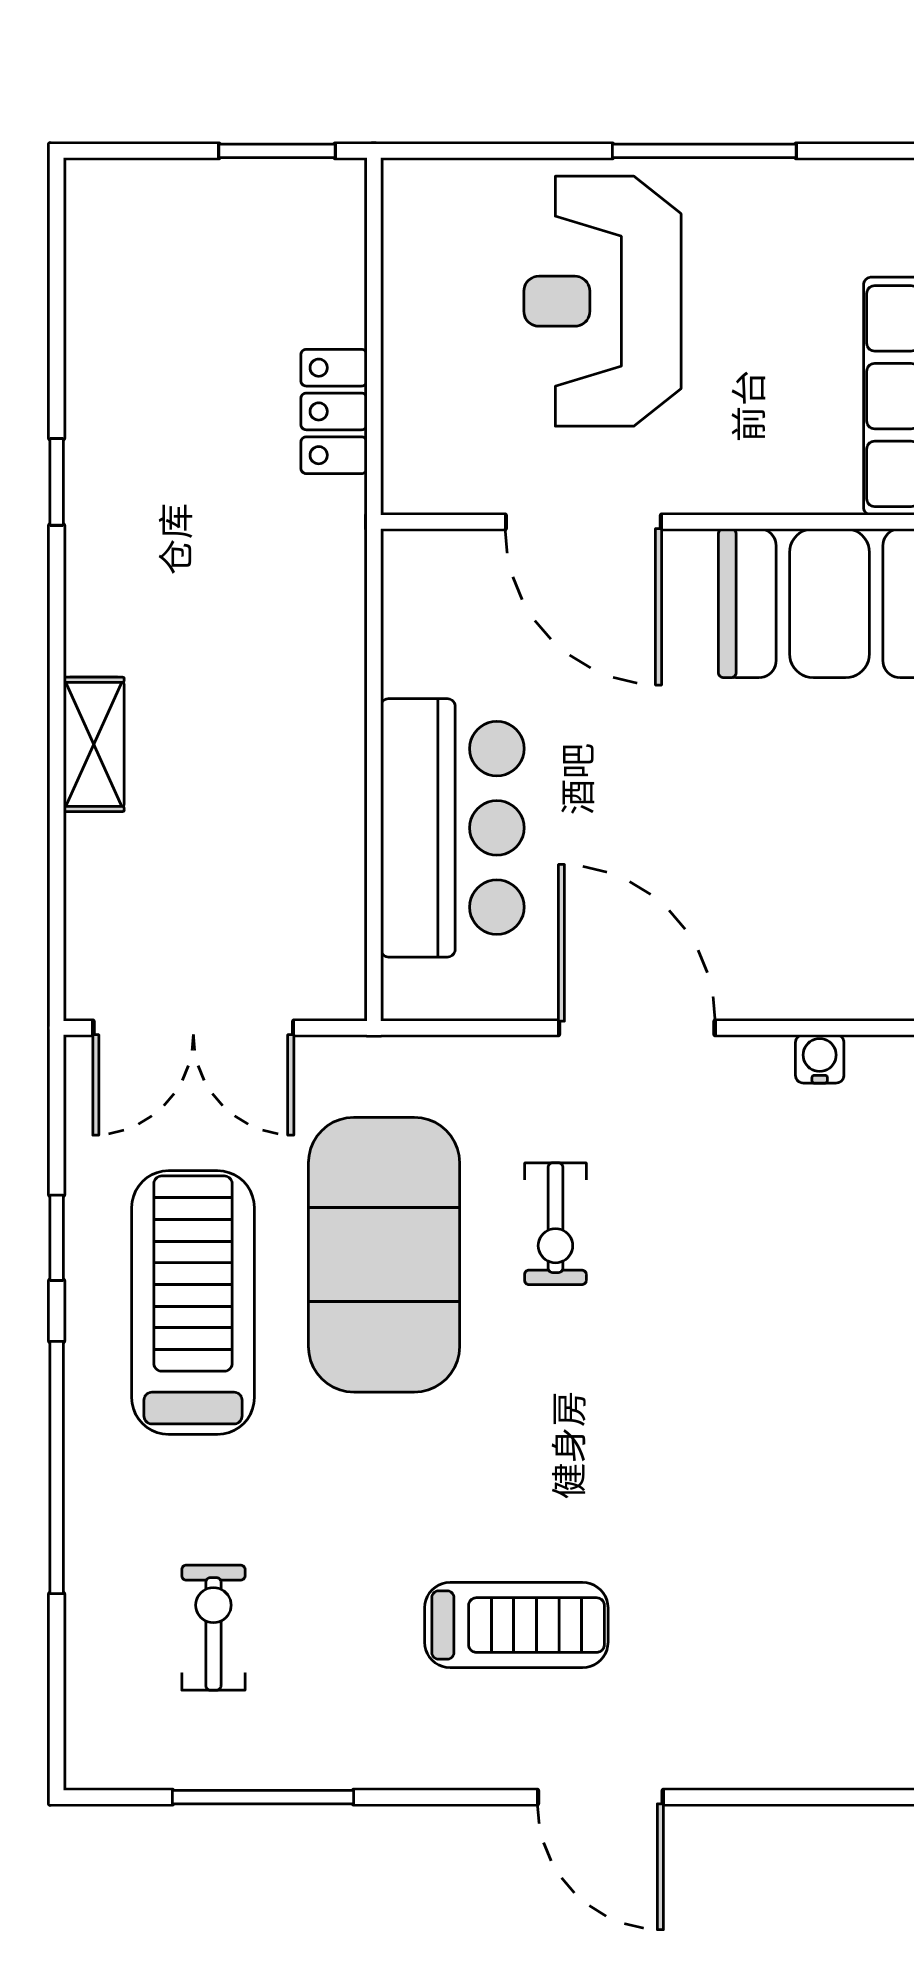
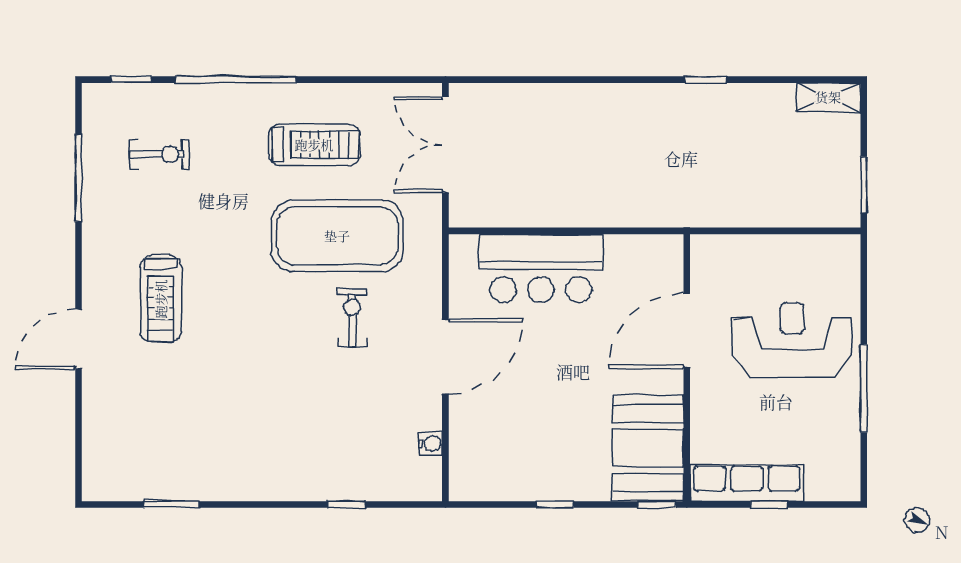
locker: (334, 411) -> (739, 212), removed
shelving: (94, 744) -> (828, 97), moved
exercise bike: (555, 1224) -> (352, 318), turned 90
window: (57, 1238) -> (132, 80), moved
treadmill: (193, 1303) -> (314, 145), width x0.73, depth x0.73

